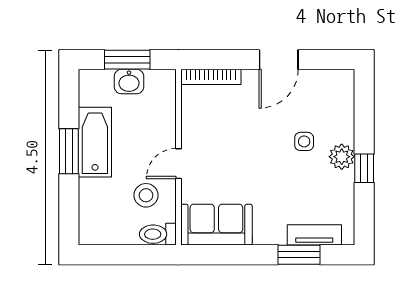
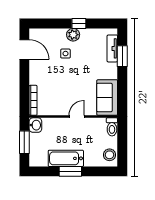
door: (279, 60) -> (24, 50), moved
washbasin: (129, 82) -> (35, 125), moved
door: (178, 164) -> (77, 117), swing flipped
stool: (146, 195) -> (109, 155), moved

